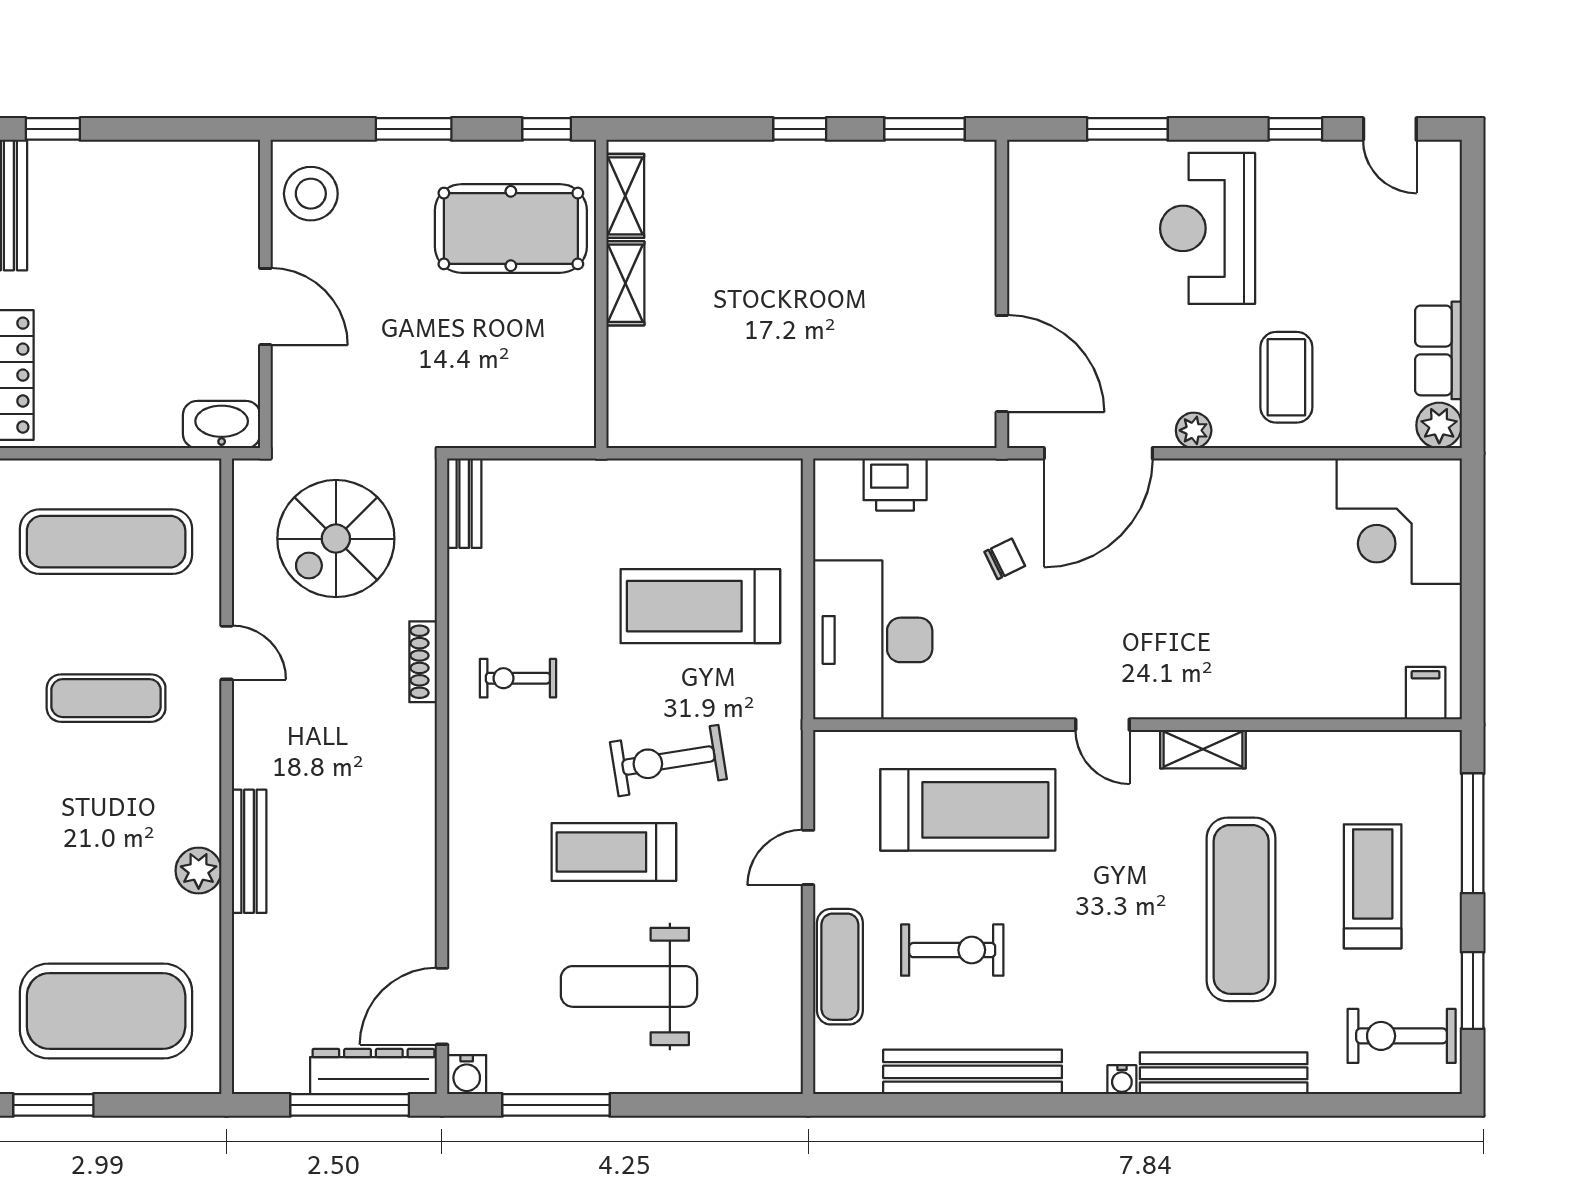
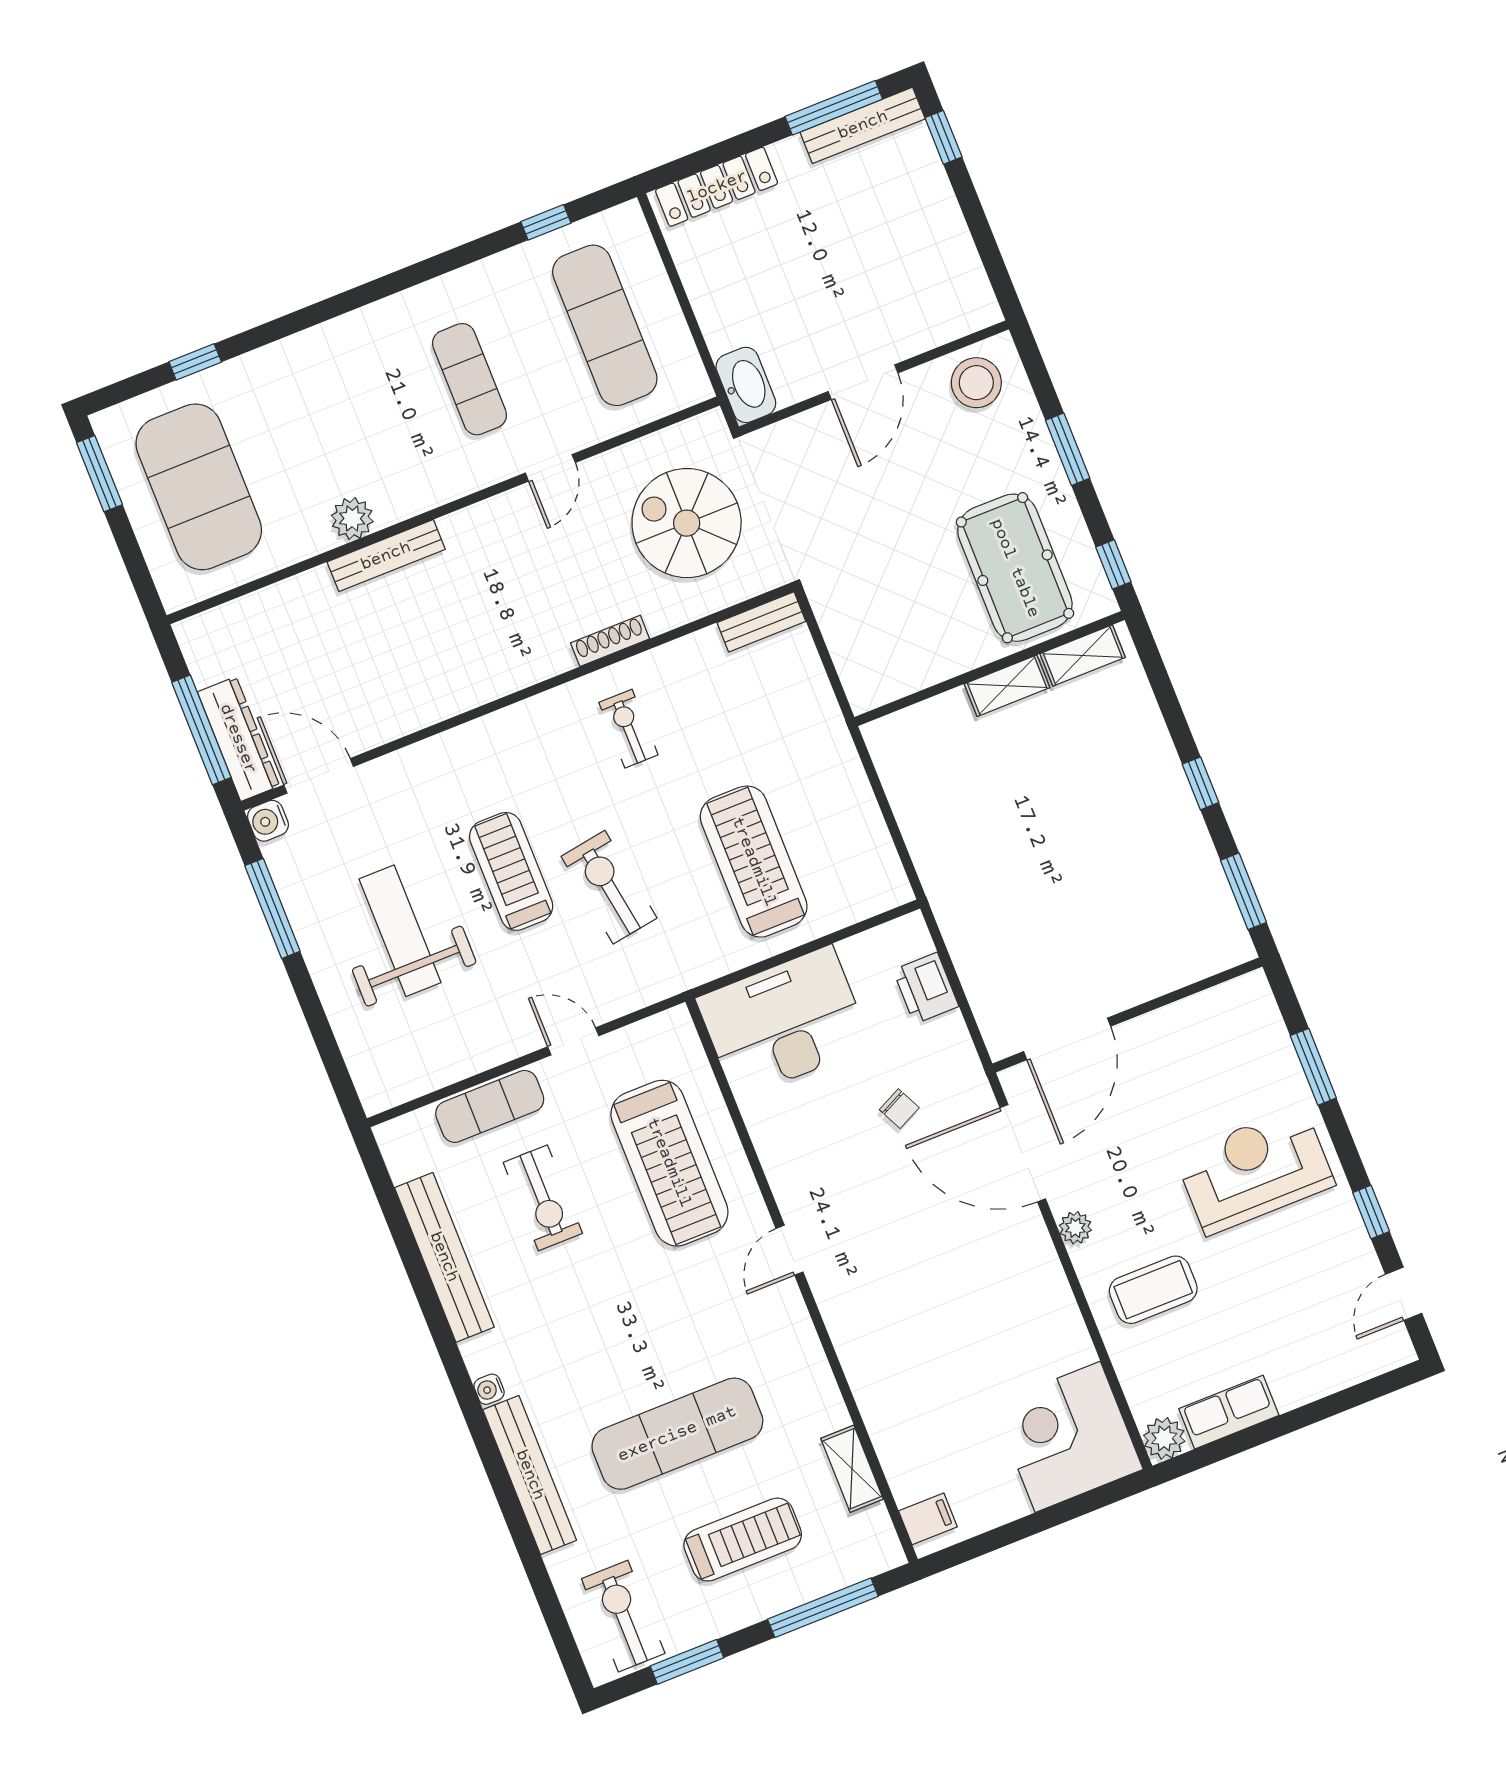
shelving: (1203, 749) -> (852, 1469), moved

